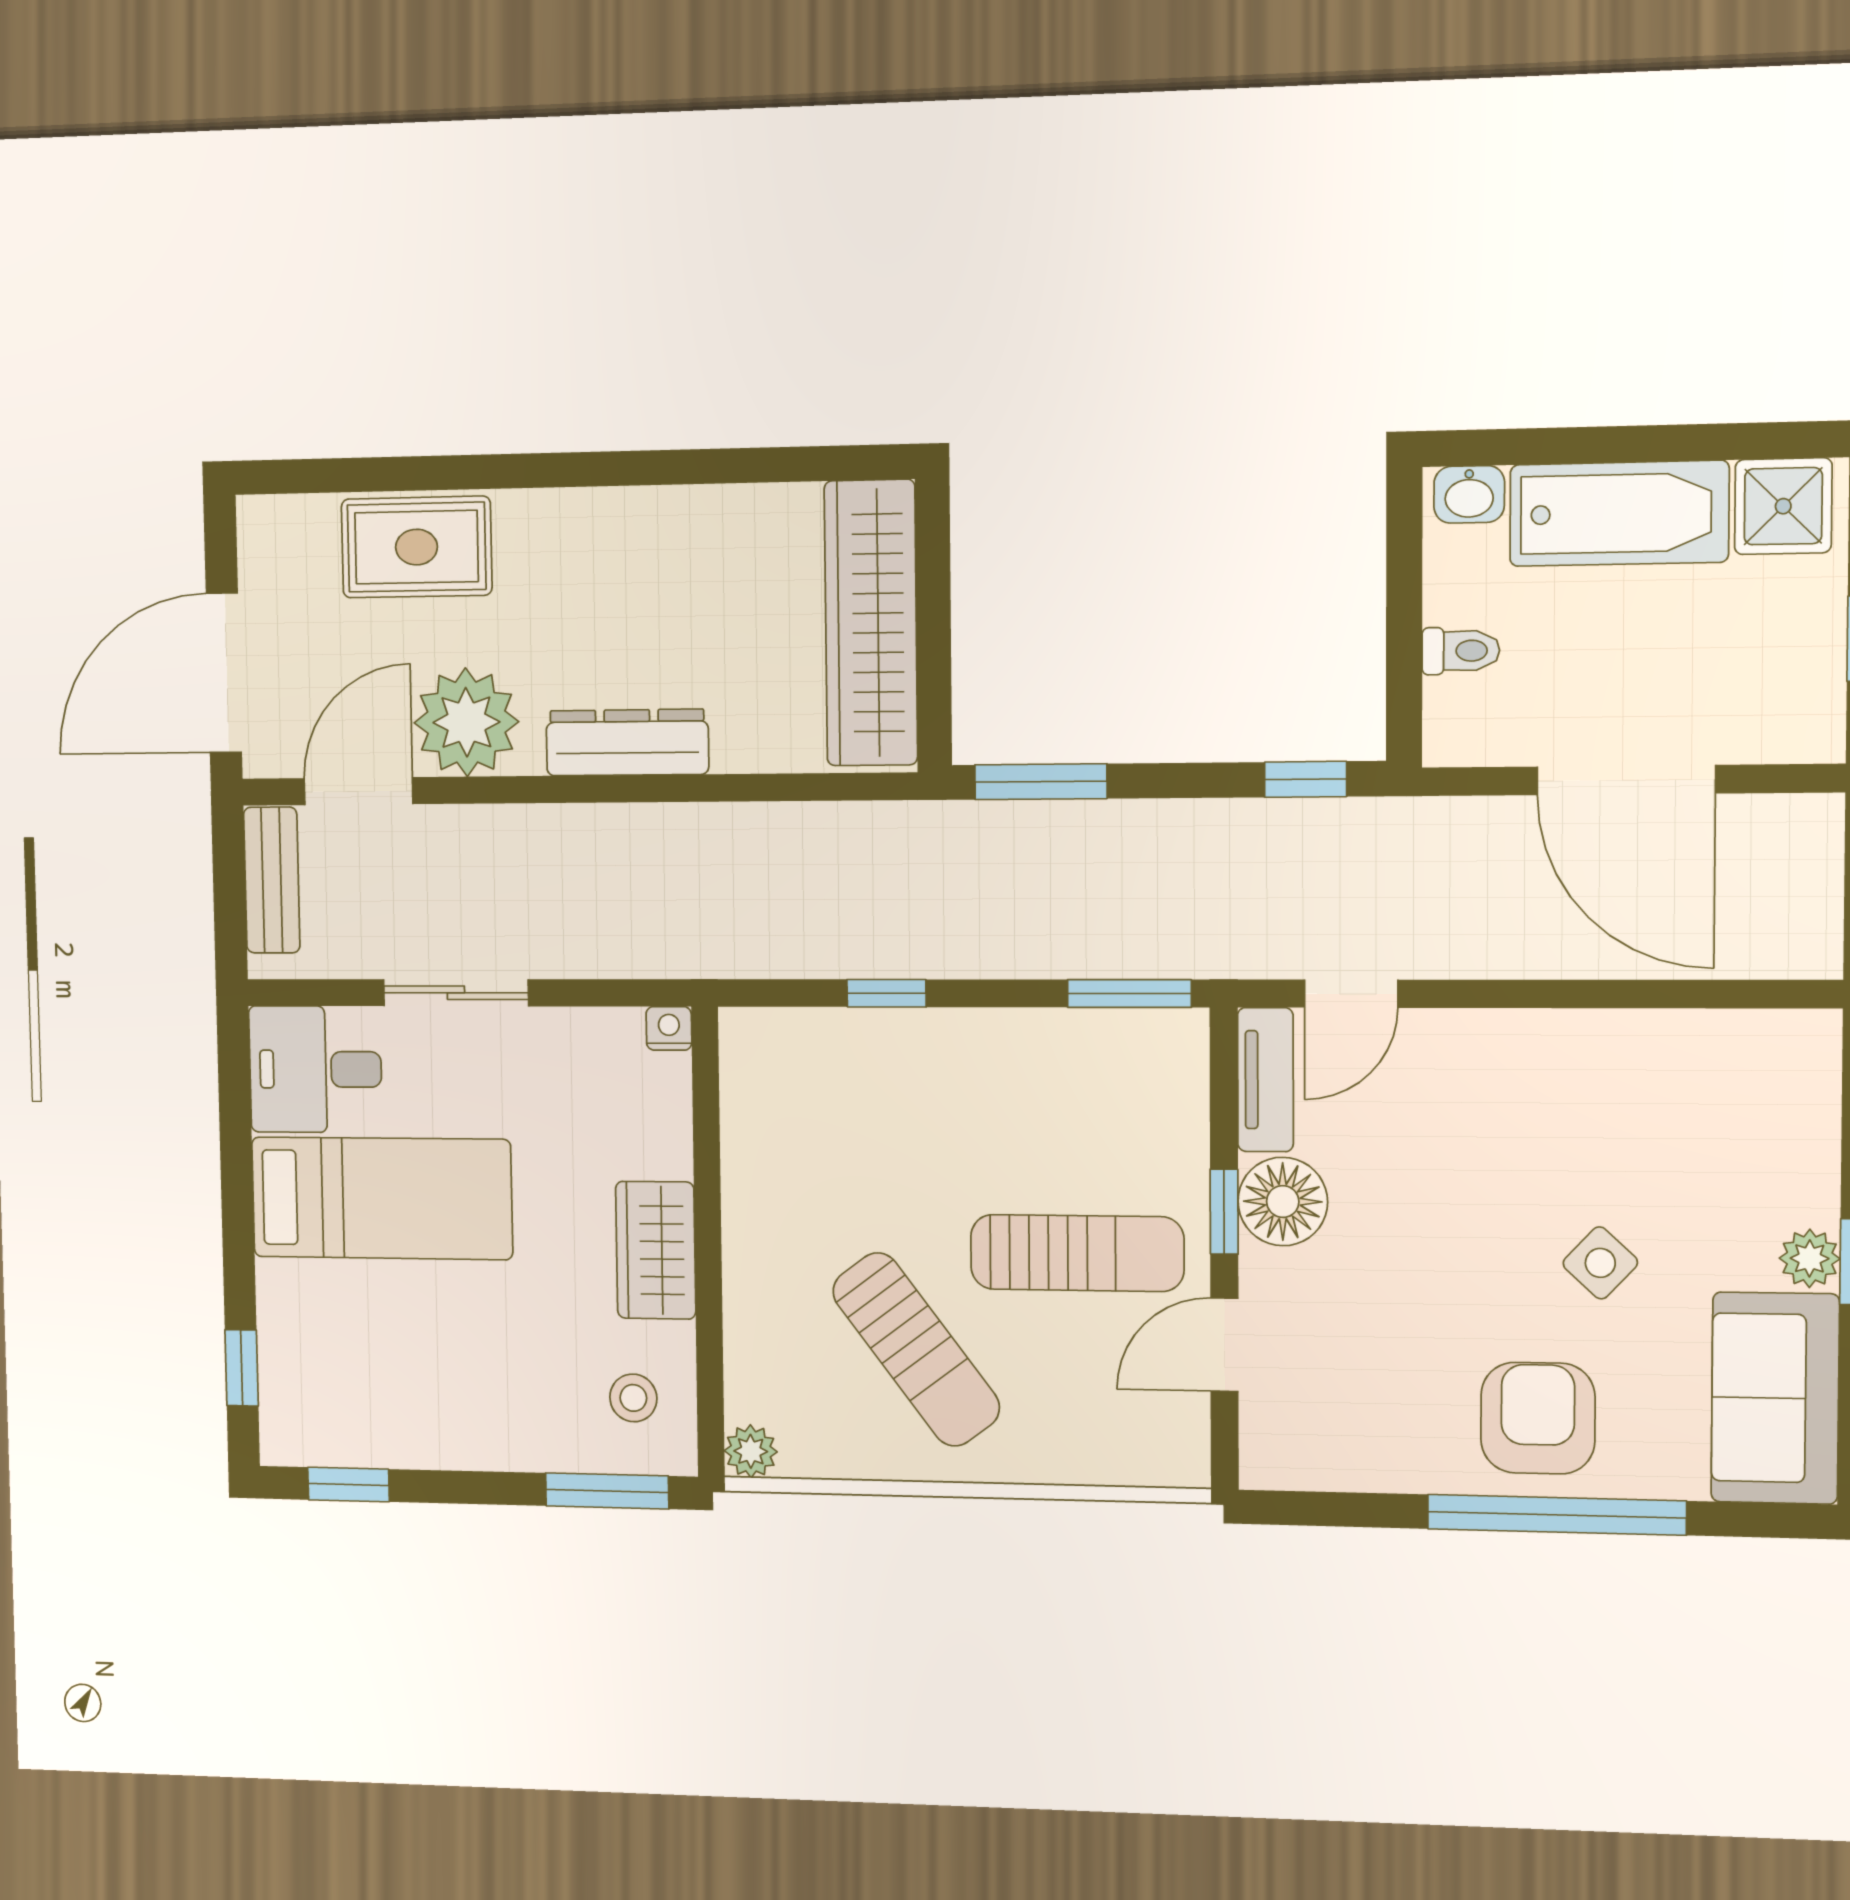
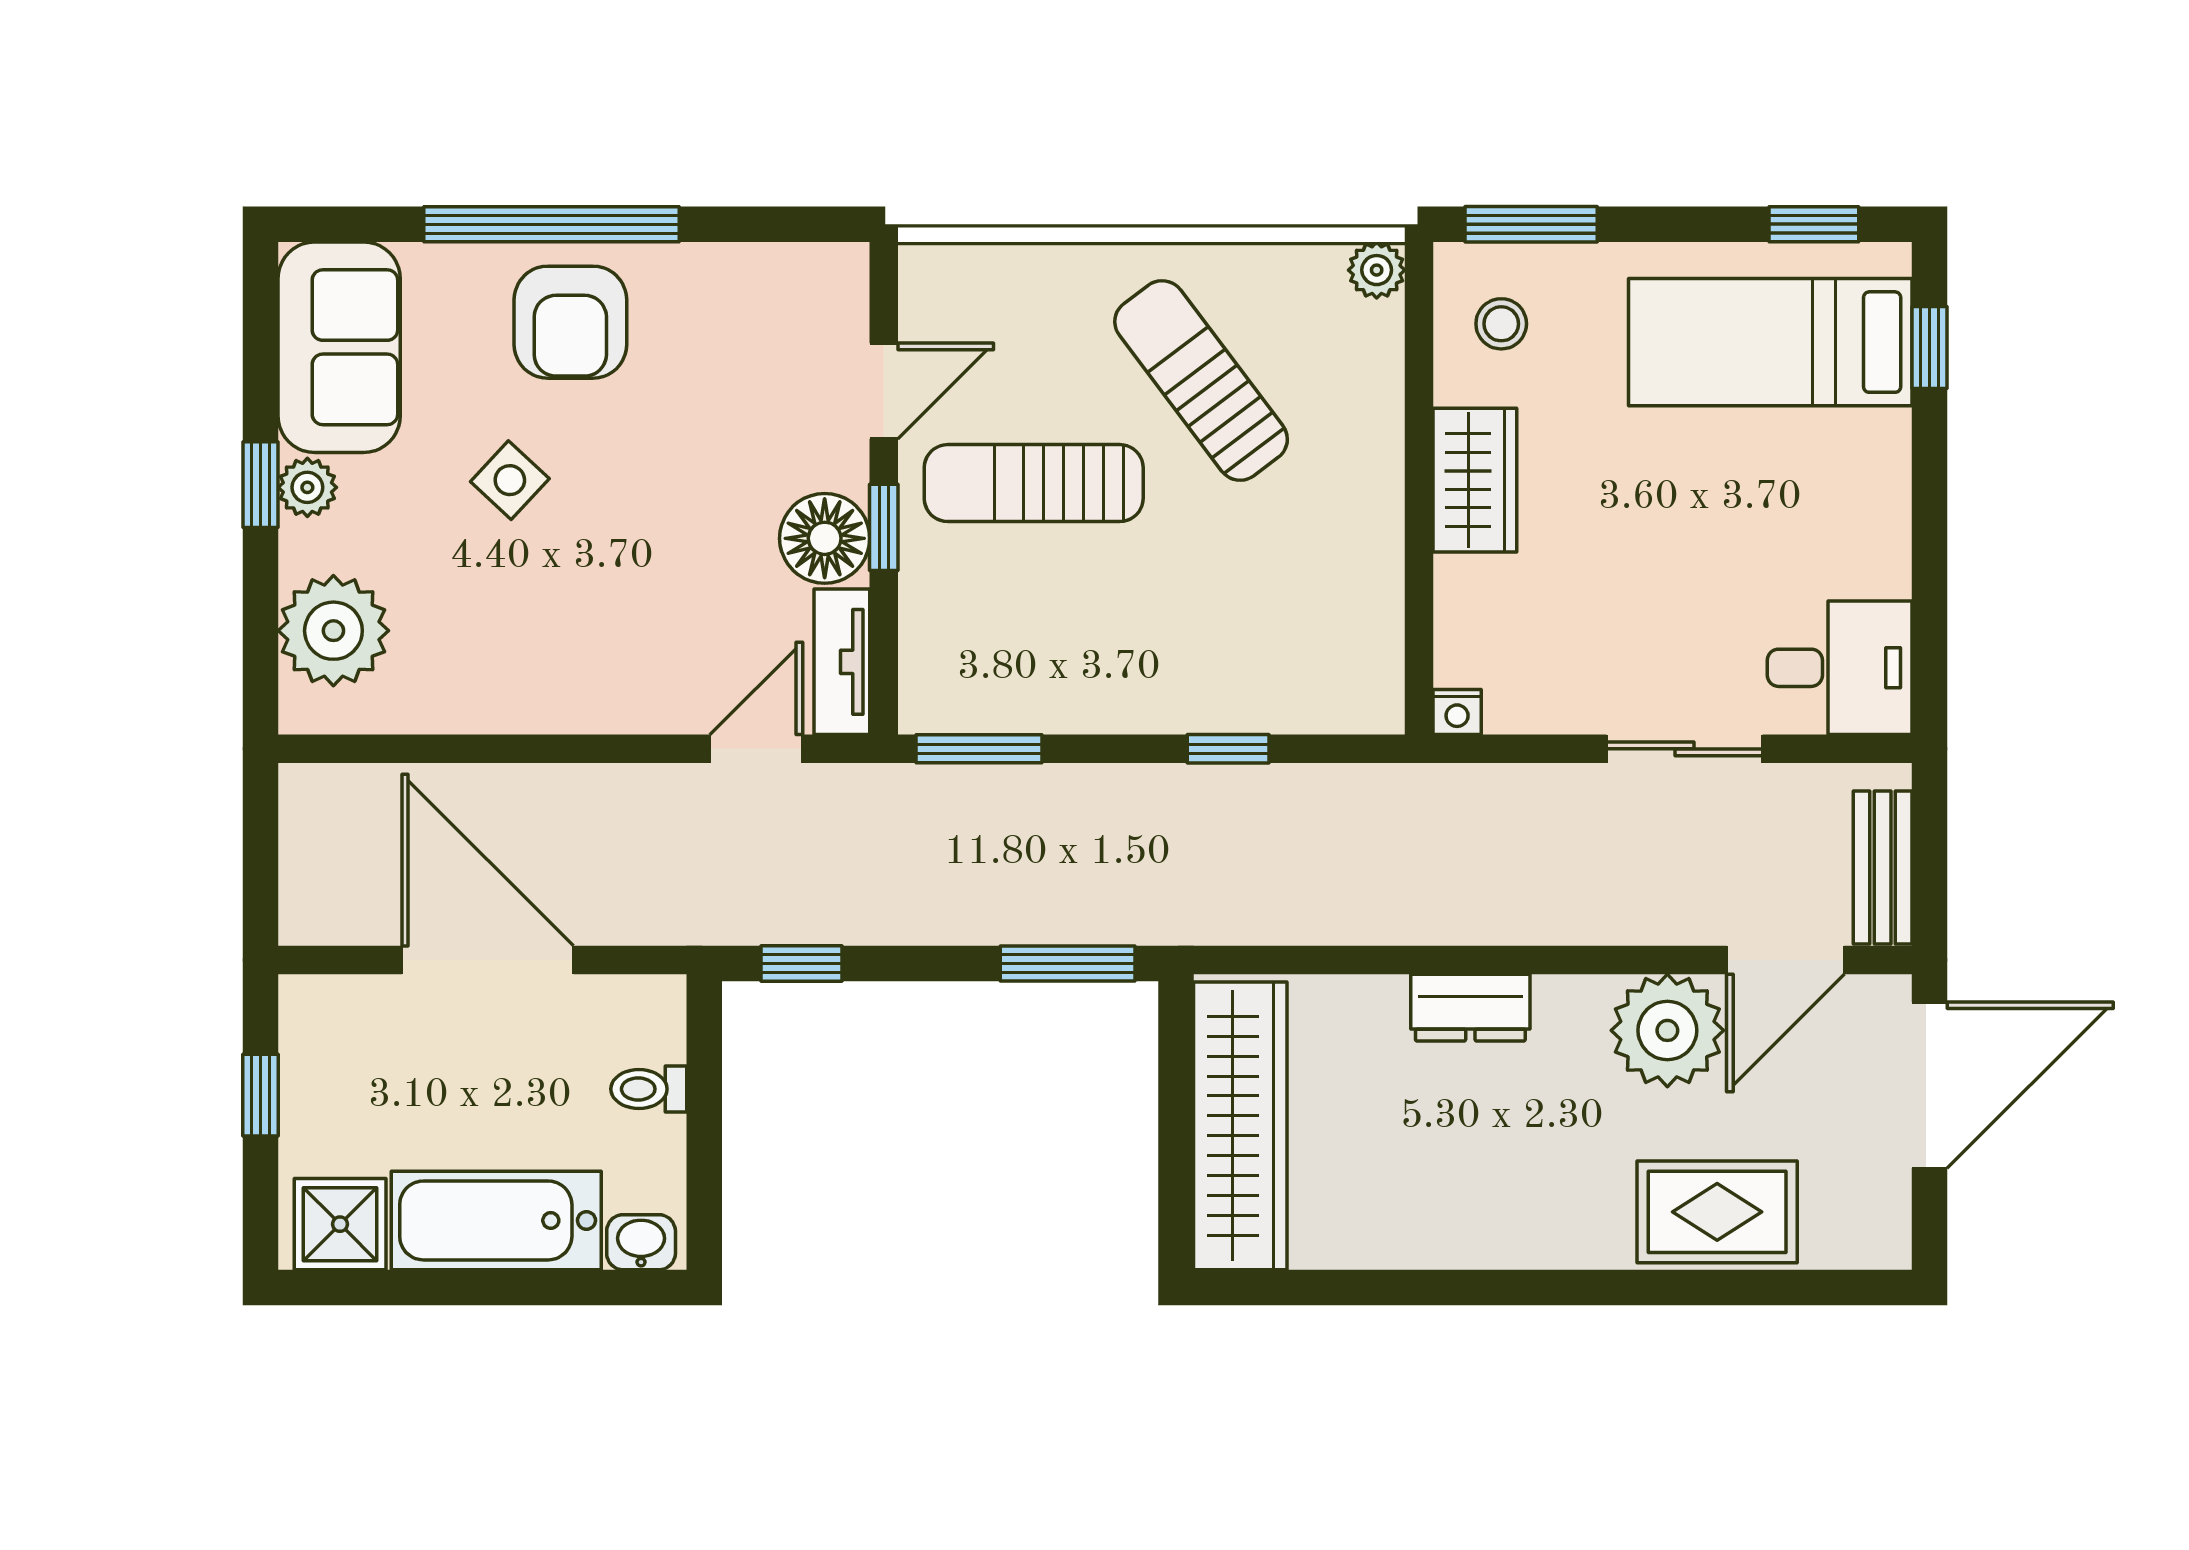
dresser: (627, 742) -> (1470, 1008), width x0.70
plant: (1784, 1114) -> (333, 631), added
bed: (382, 1198) -> (1770, 342), moved

